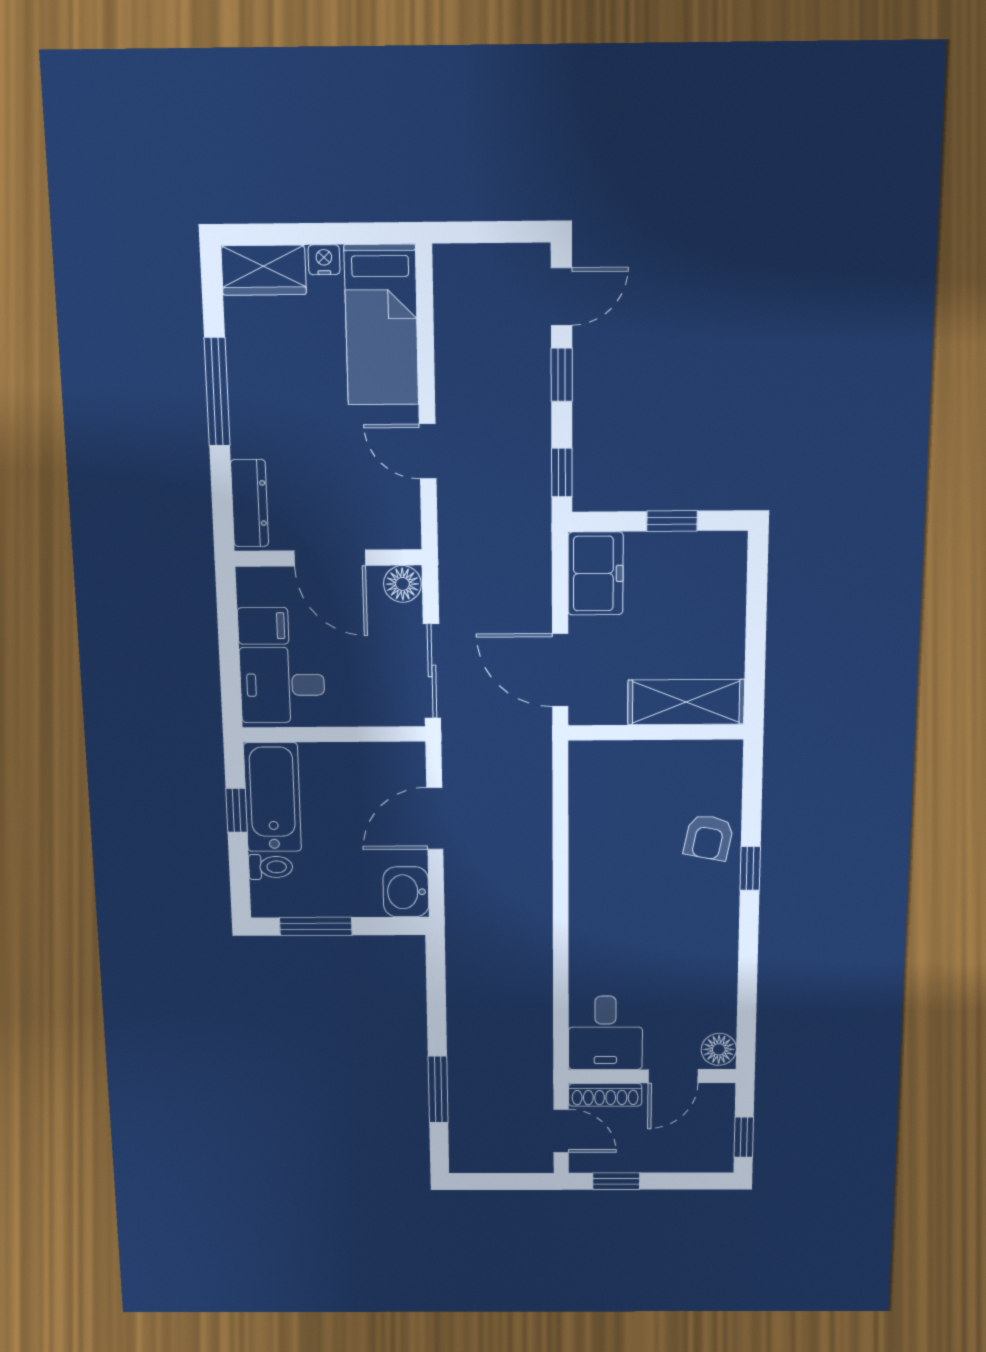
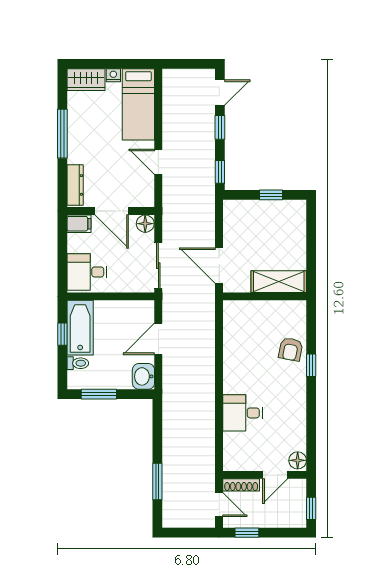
freezer: (595, 574) -> (236, 219), removed
filing cabinet: (263, 626) -> (79, 224), moved
desk: (605, 1033) -> (243, 413), moved, turned 90

